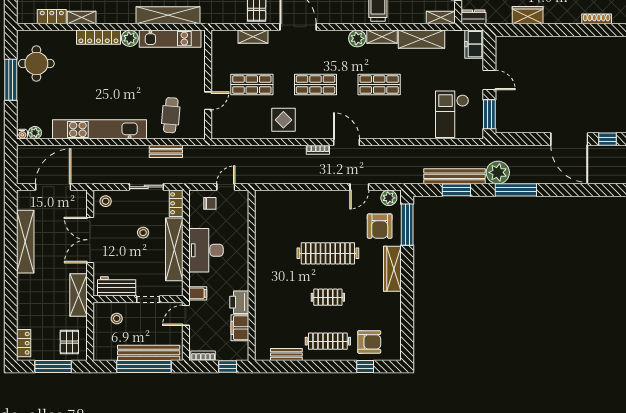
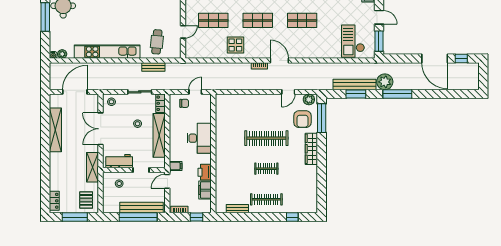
desk: (206, 250) -> (199, 138), moved, turned 180
armchair: (369, 342) -> (295, 200), removed

